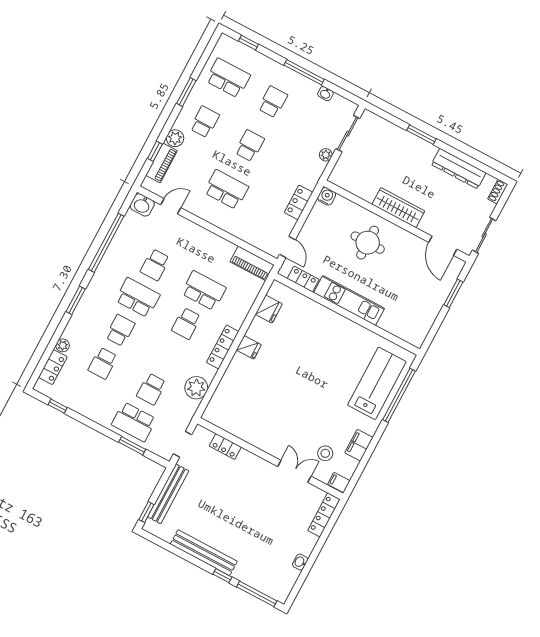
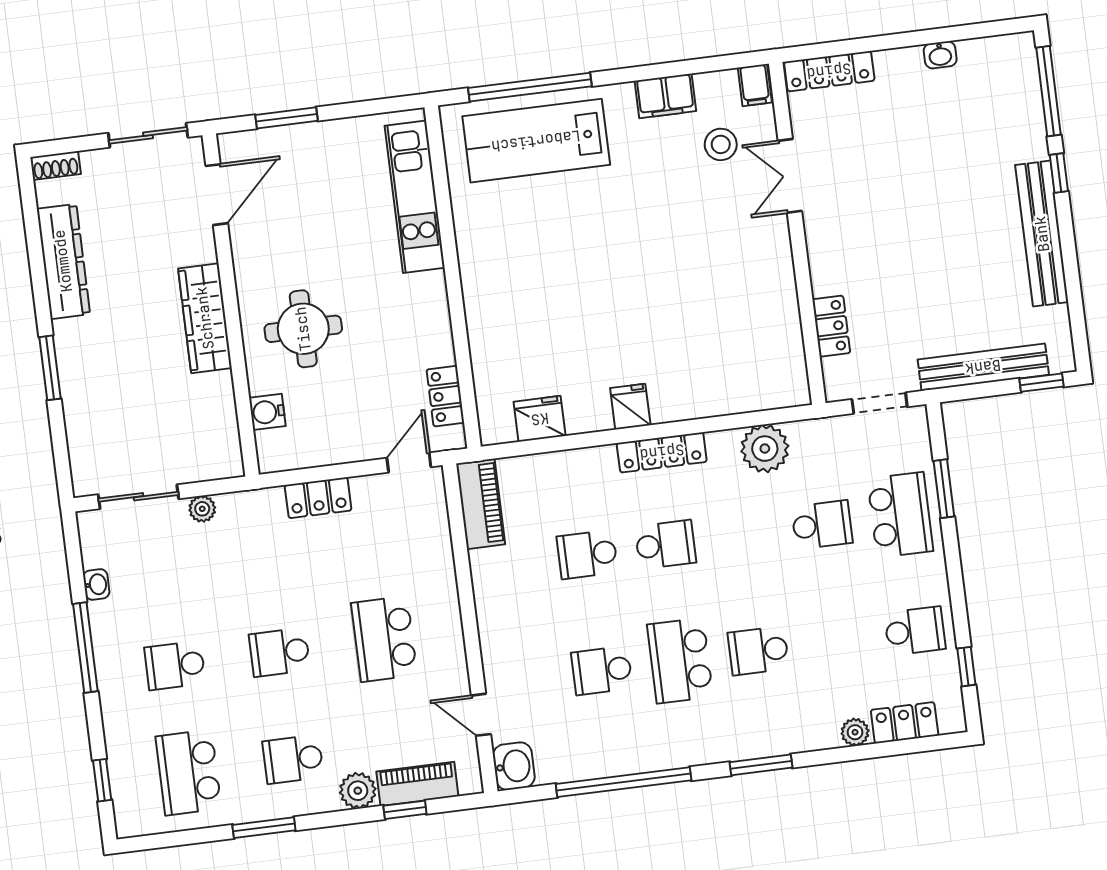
water cooler: (327, 196) -> (267, 412), moved
school desk: (155, 265) -> (602, 670), turned 180
school desk: (204, 291) -> (587, 554), width x0.54
kitchen unit: (349, 301) -> (415, 197), moved
school desk: (103, 363) -> (915, 631), moved

